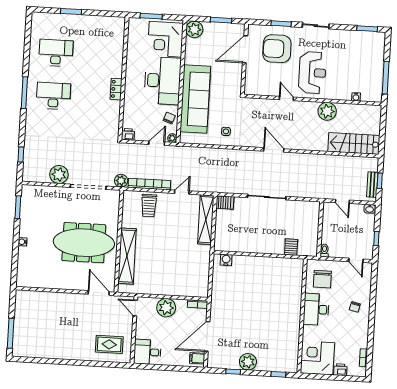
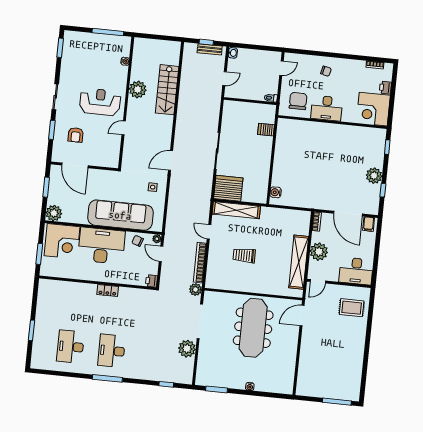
armchair: (277, 49) -> (76, 135), width x0.53, depth x0.53
stairs: (354, 143) -> (167, 90), moved
door: (274, 150) -> (171, 161), moved
server rack: (225, 202) -> (228, 188), width x2.18, depth x1.44
trolley: (149, 206) -> (244, 255), moved, turned 180
window: (376, 239) -> (261, 48), removed
shelving: (127, 256) -> (299, 262), moved, turned 90
chair: (322, 279) -> (298, 101), turned -90
rug: (109, 344) -> (352, 308), turned 90
desk: (147, 352) -> (356, 271), width x1.37

